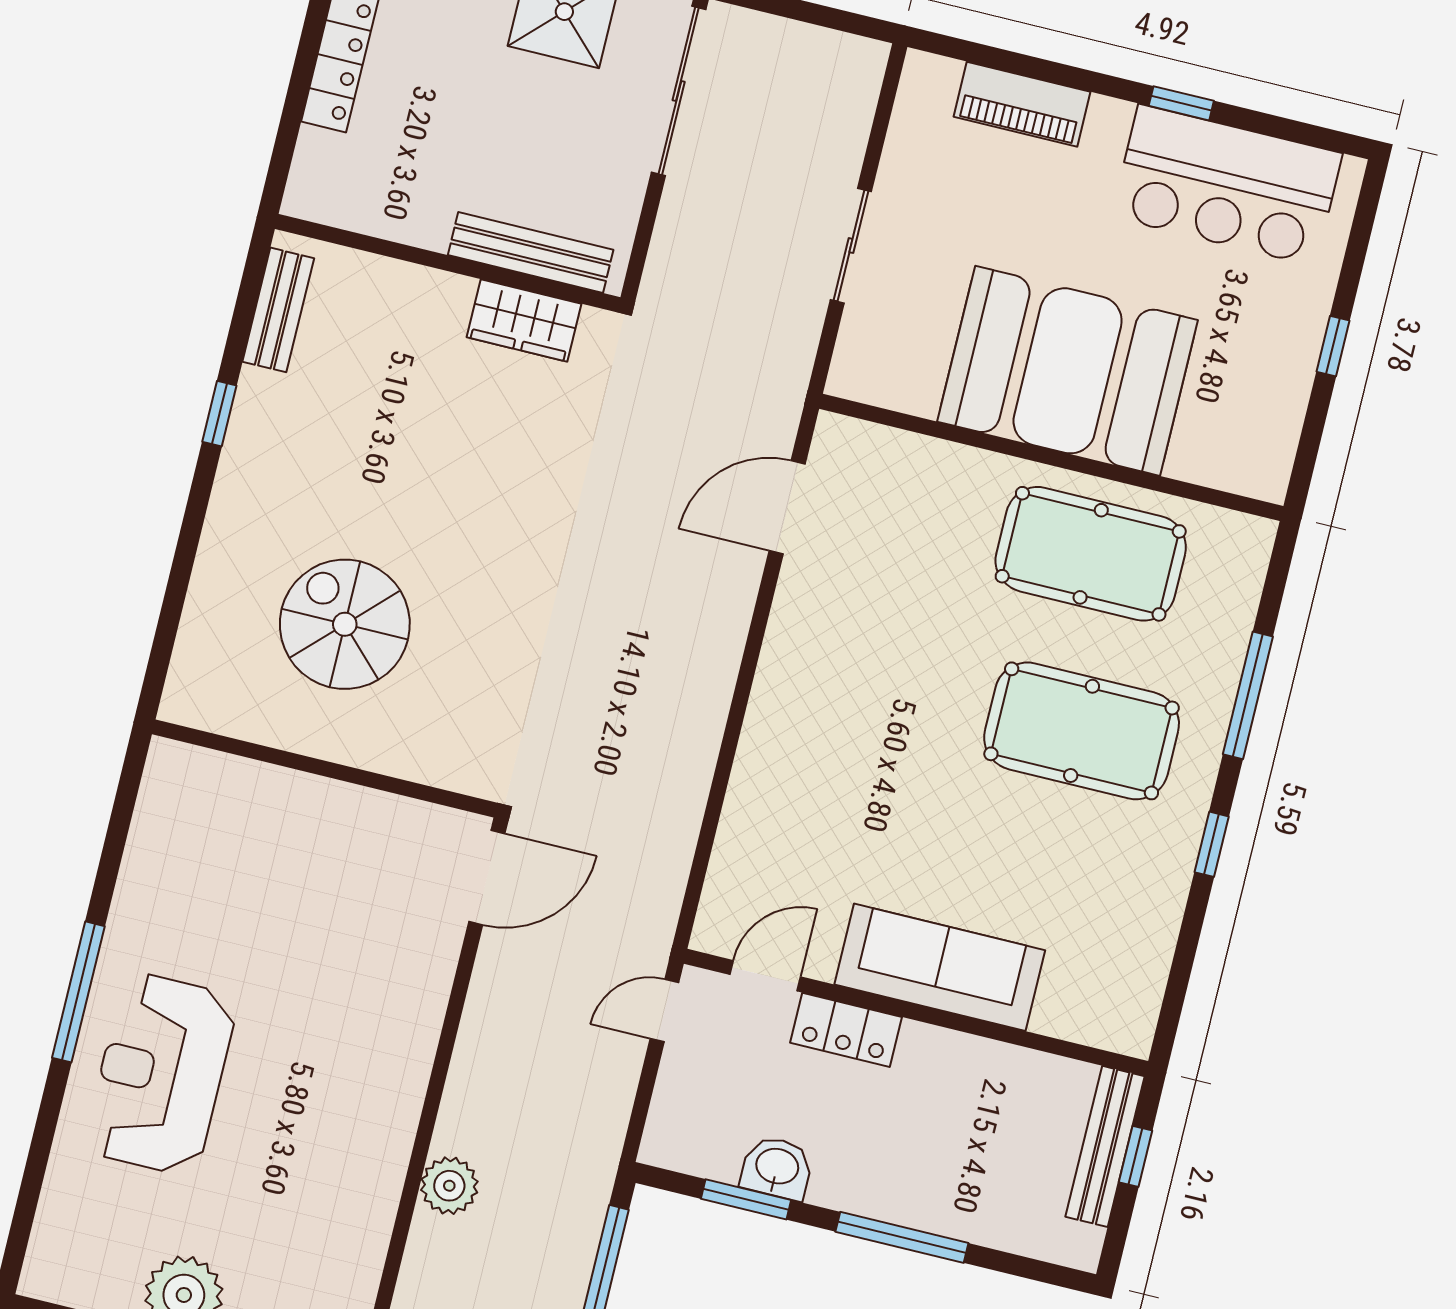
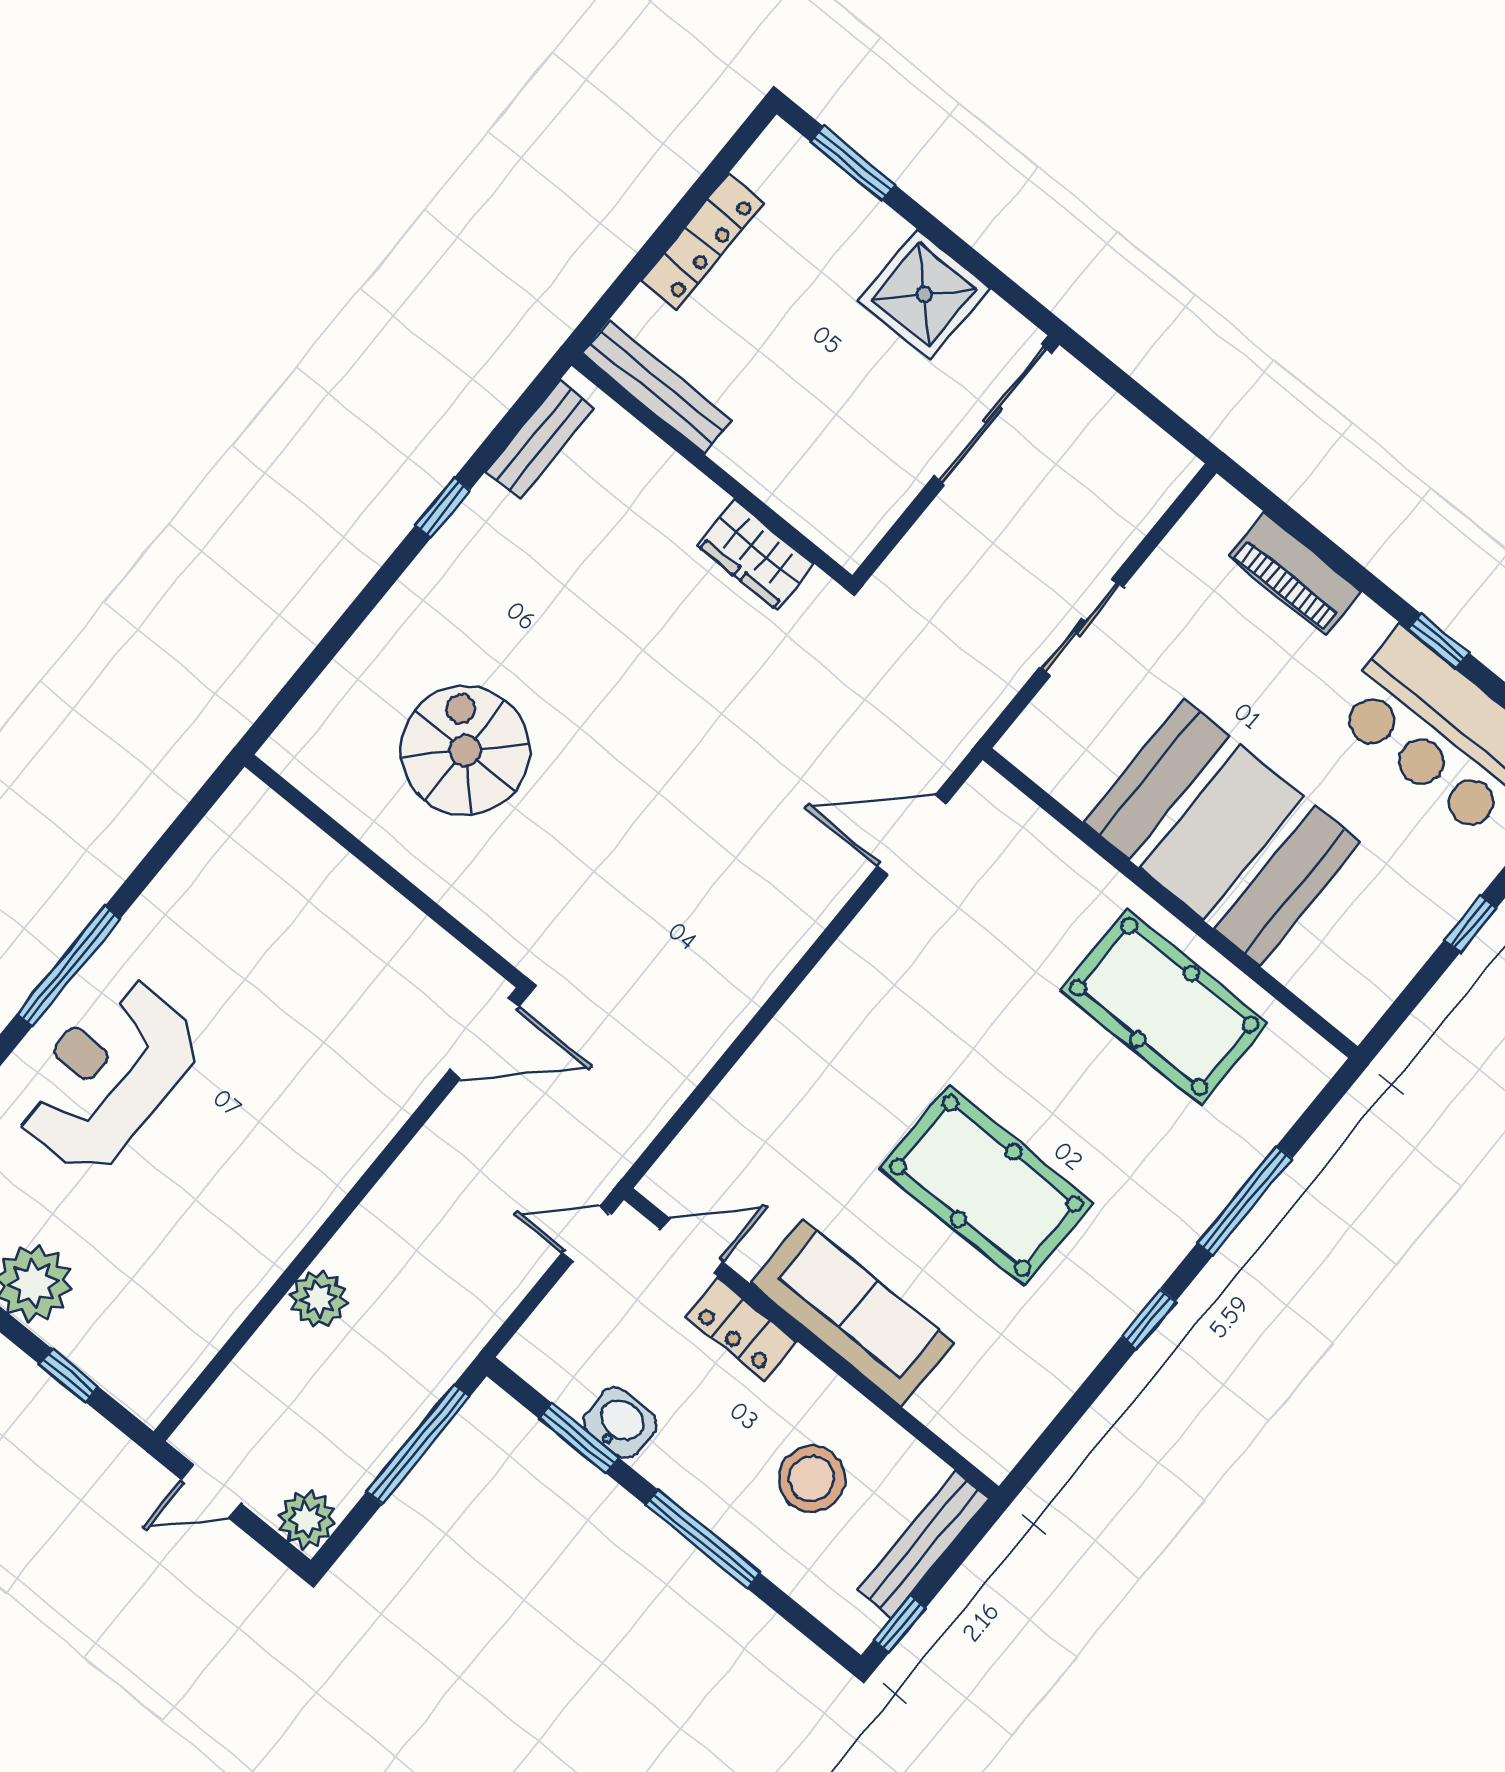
bench: (531, 252) -> (657, 387), moved
pool table: (1082, 731) -> (986, 1186), moved
stool: (975, 1135) -> (812, 1479), added
window: (1136, 1156) -> (899, 1624), moved

